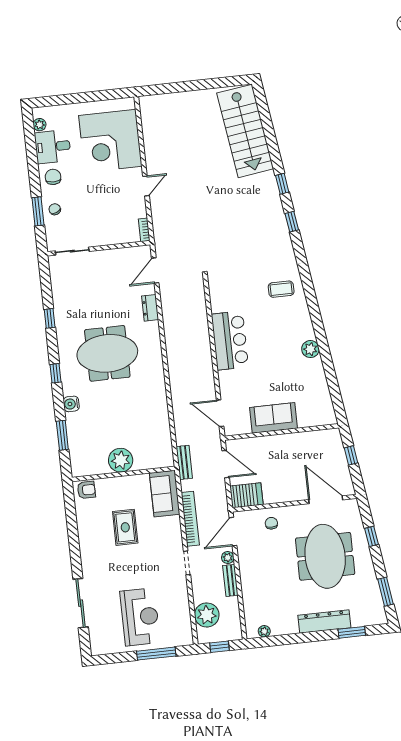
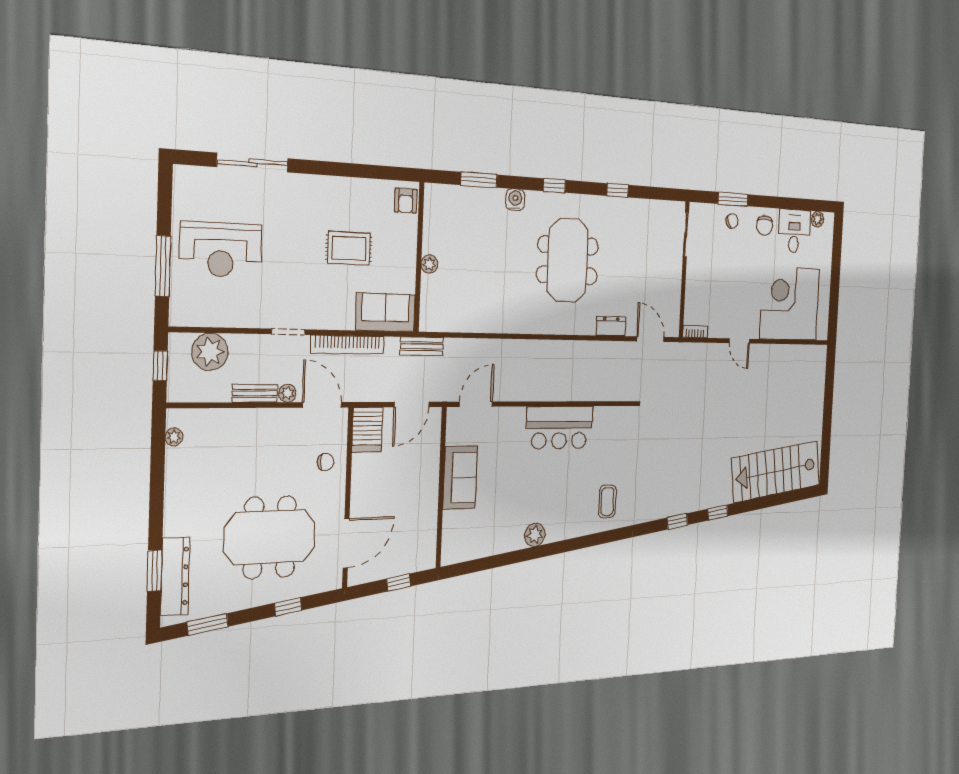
chair: (53, 177) -> (765, 225), turned 90
plant: (121, 460) -> (429, 264), width x0.53, depth x0.53
dresser: (324, 621) -> (175, 576), moved

